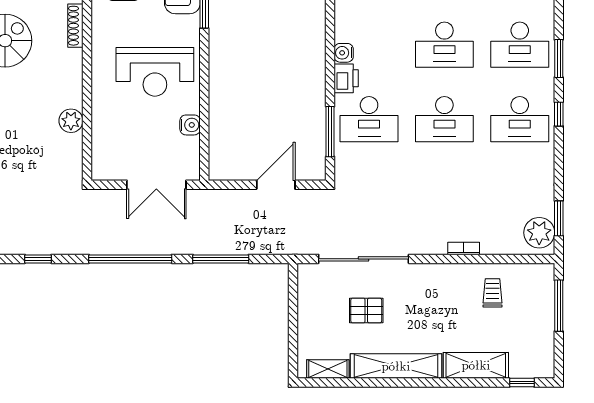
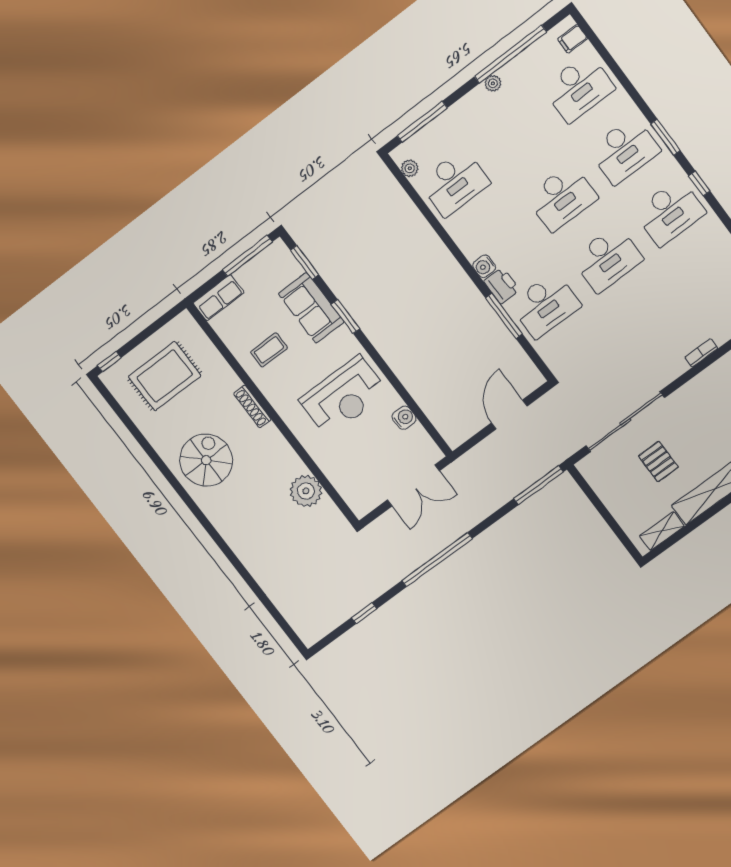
plant: (71, 121) -> (306, 491), width x1.36, depth x1.36
window: (330, 132) -> (504, 316), moved
window: (221, 259) -> (538, 485), moved
pallet: (366, 310) -> (658, 461), turned 90

